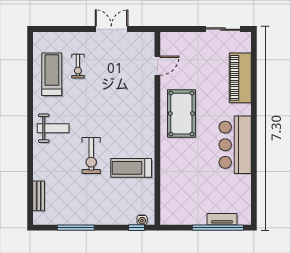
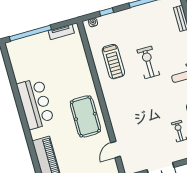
treadmill: (131, 168) -> (113, 62), turned 90
tv unit: (222, 219) -> (61, 32), moved
window: (136, 228) -> (106, 12), moved

